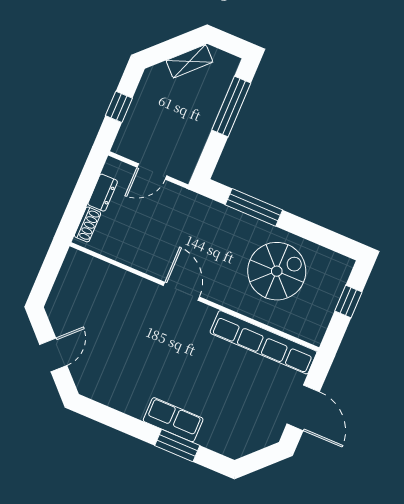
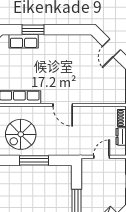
window: (254, 207) -> (34, 160), moved
row of seats: (173, 420) -> (24, 41), moved

